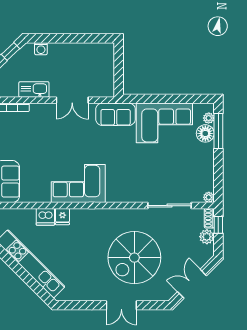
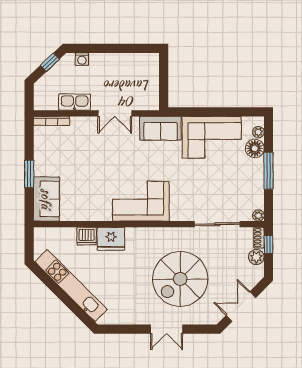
window: (218, 131) -> (269, 171), moved
corner sofa: (78, 184) -> (141, 201), moved
fridge: (62, 217) -> (111, 239), width x1.88, depth x1.34

